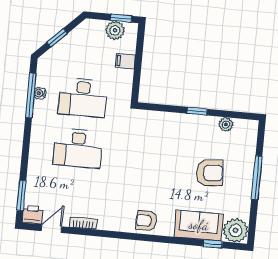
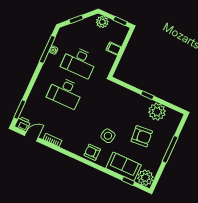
plant: (115, 30) -> (102, 22), moved
plant: (226, 124) -> (157, 112), width x1.87, depth x1.87
side table: (161, 189) -> (108, 136), added

